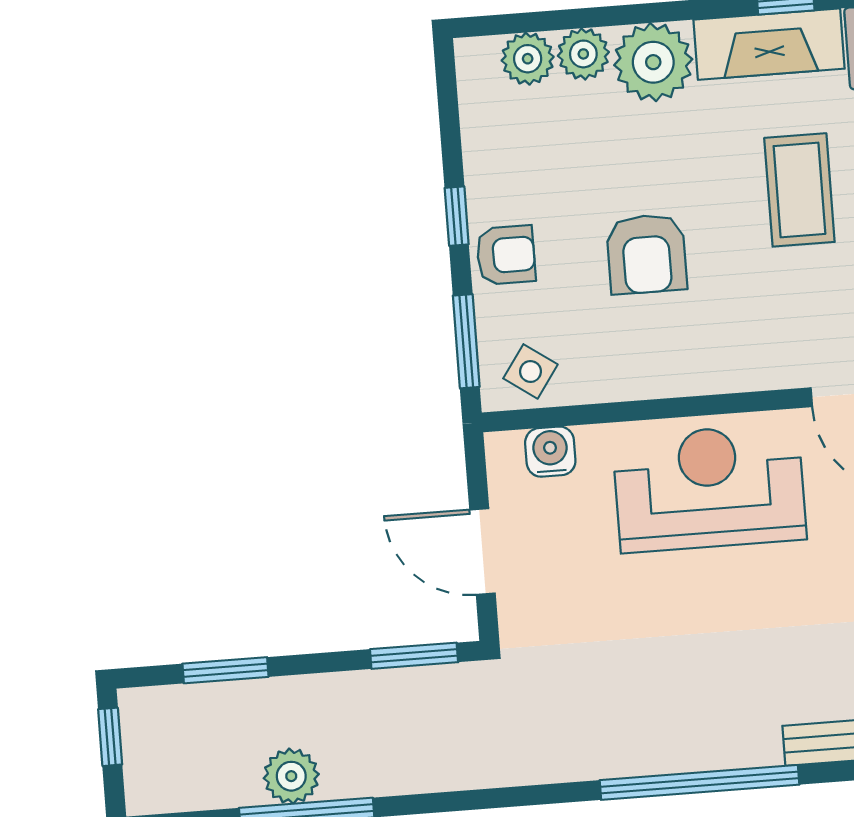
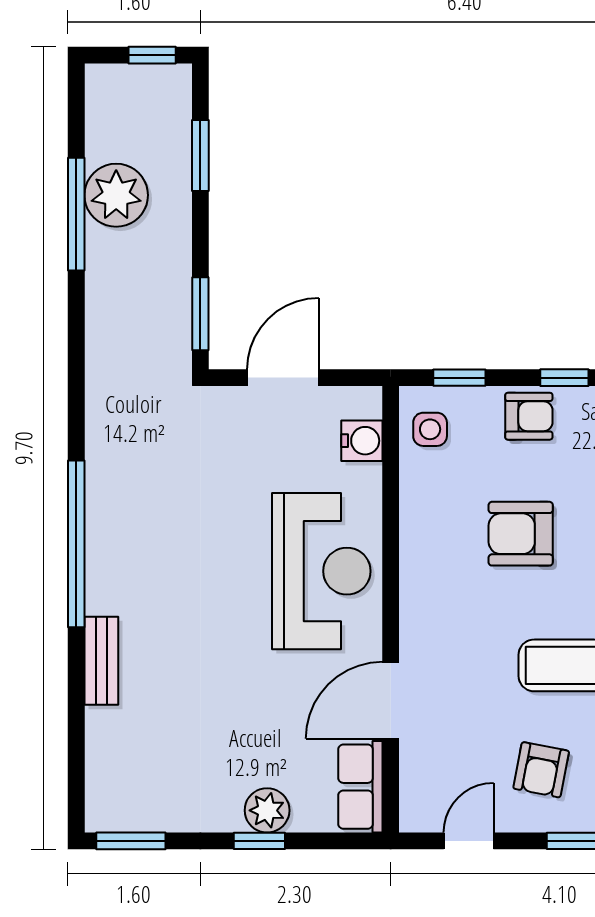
armchair: (506, 255) -> (529, 416), turned -90
window: (466, 341) -> (459, 378), width x0.67
side table: (530, 371) -> (430, 429), turned -35
plant: (291, 776) -> (116, 195), width x1.36, depth x1.36

